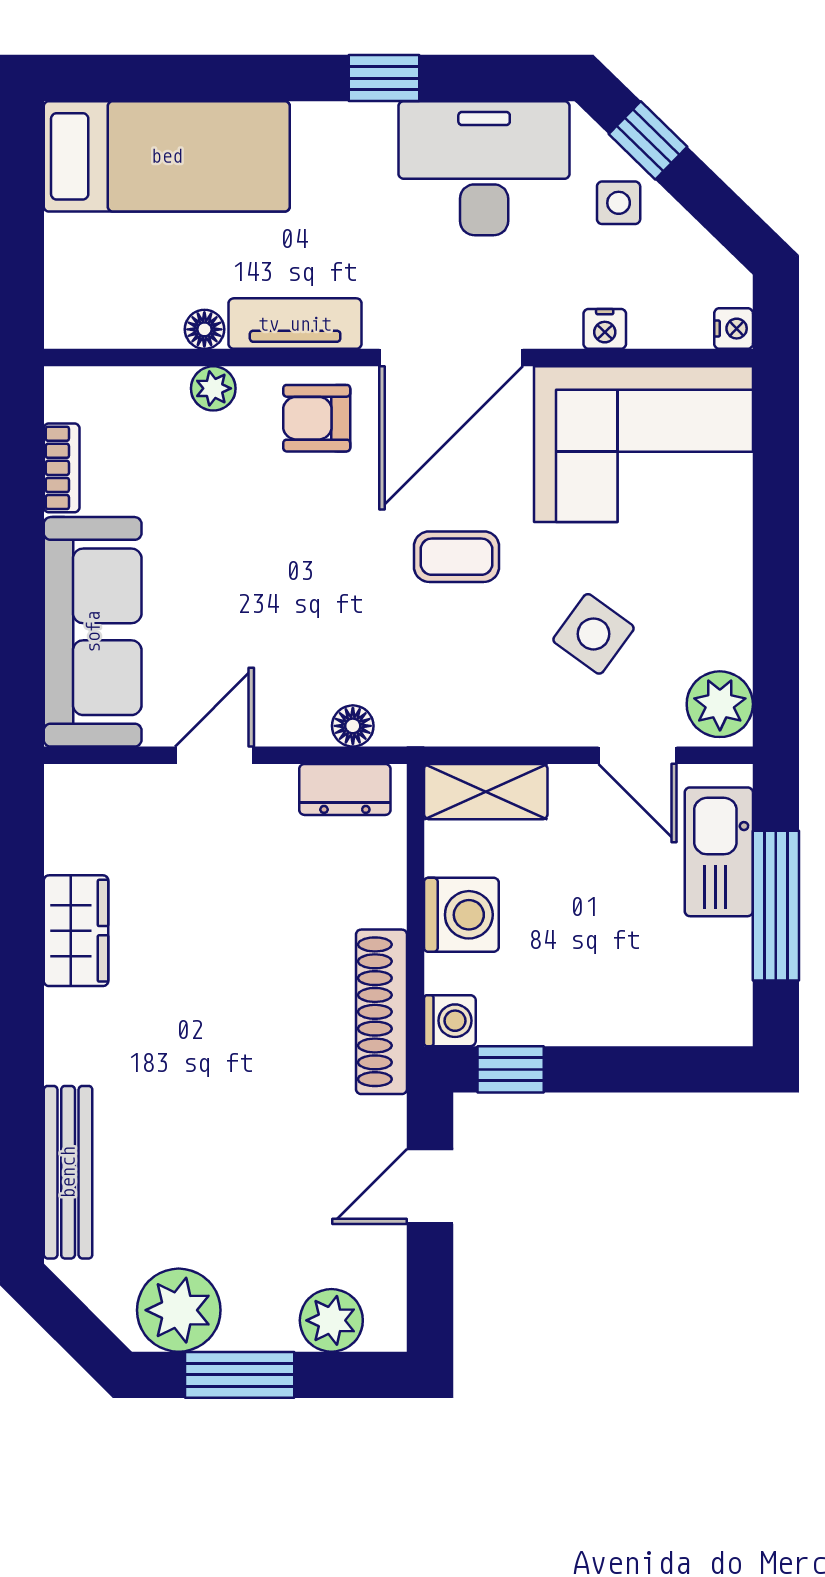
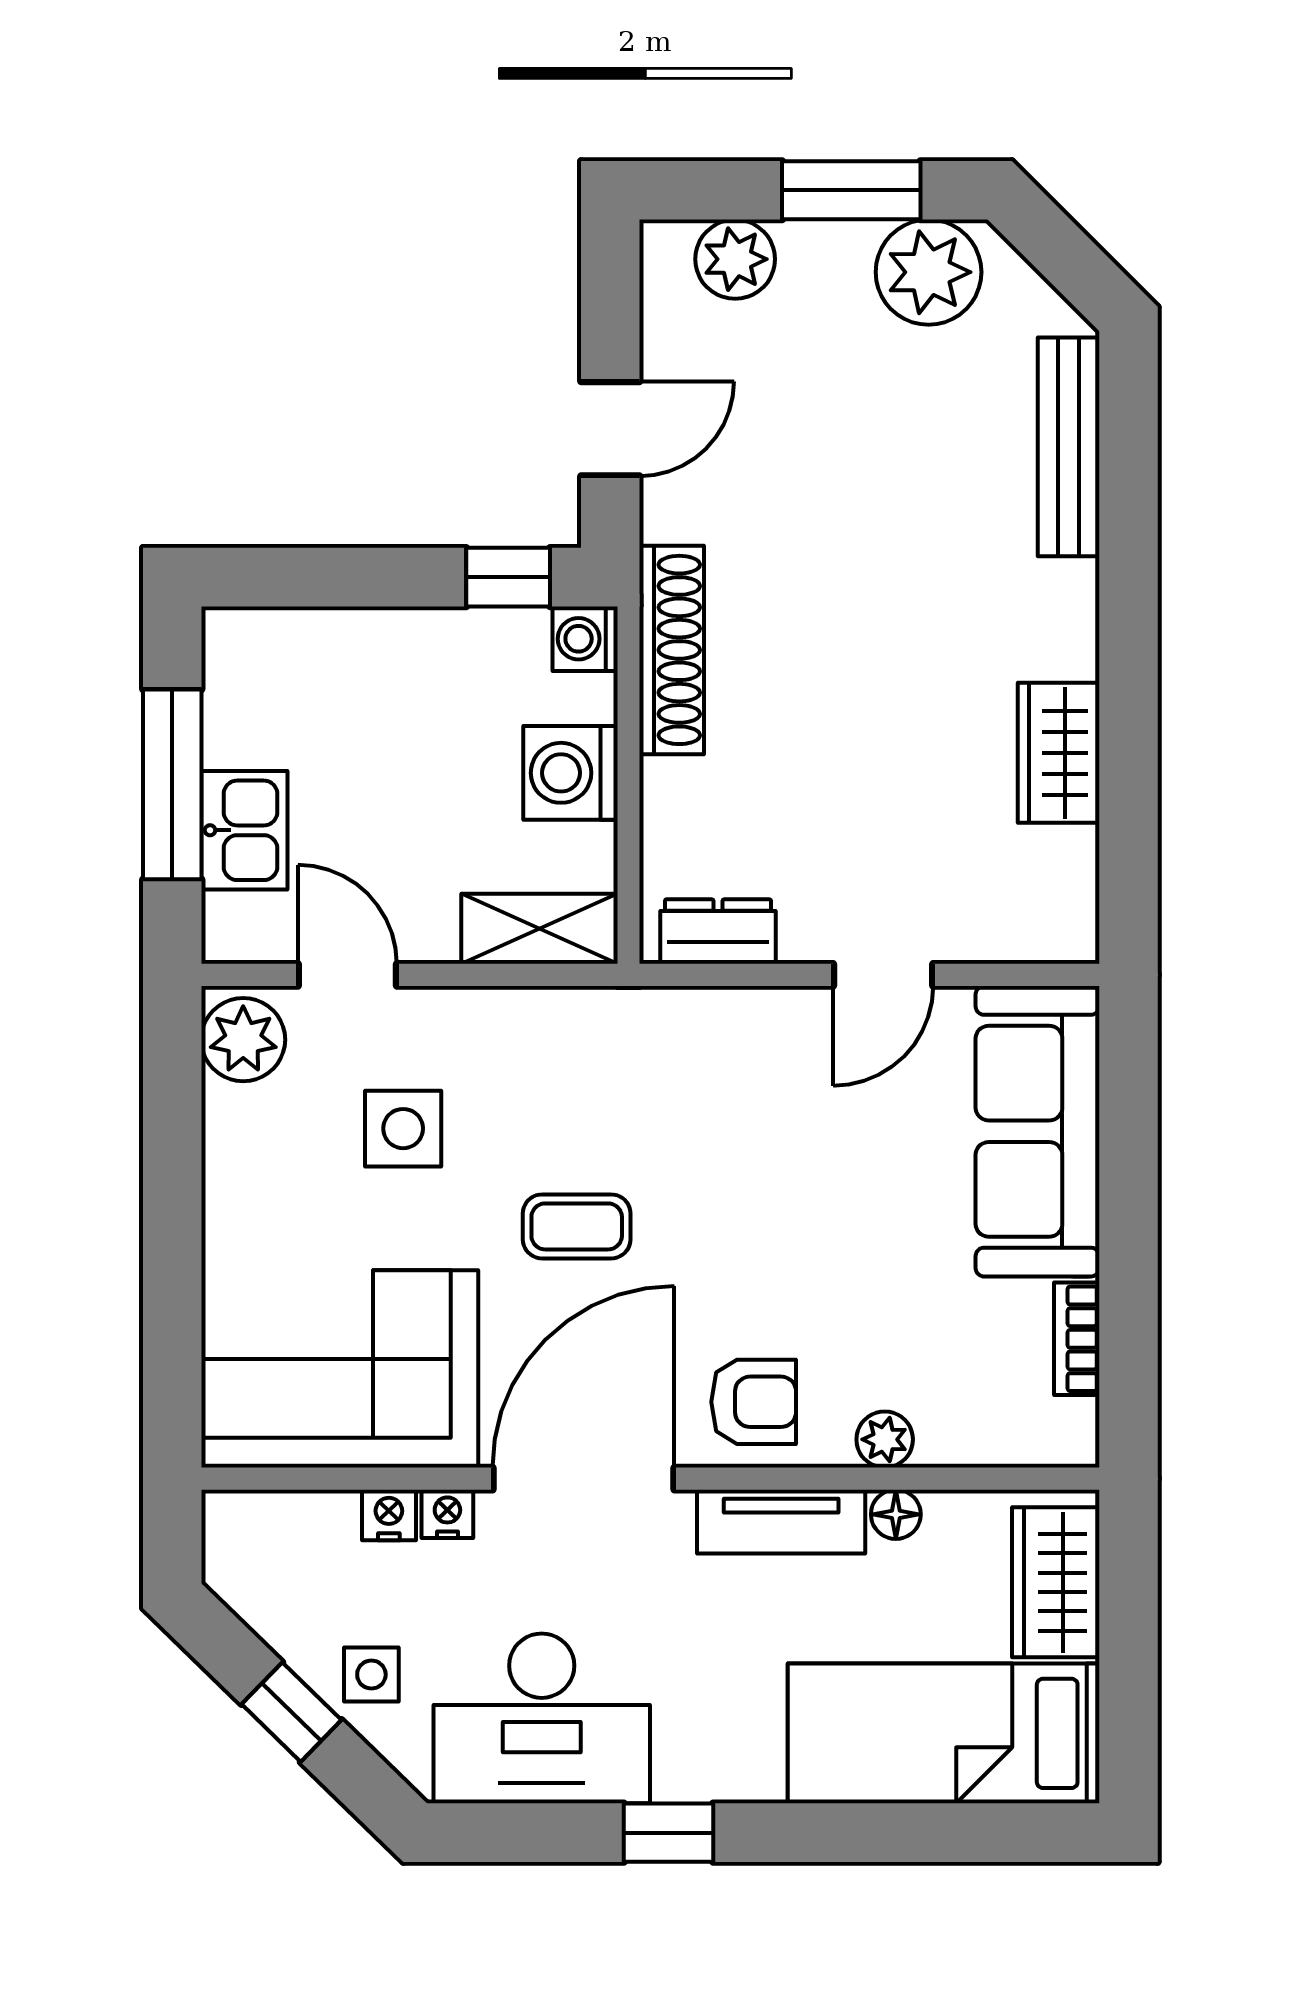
window: (648, 140) -> (292, 1712), moved
wardrobe: (78, 276) -> (1056, 1582), added
nightstand: (734, 329) -> (447, 1514), moved, turned 90
side table: (594, 634) -> (403, 1129), turned -36
floor lamp: (353, 726) -> (708, 1012), removed
kitchen sink: (719, 852) -> (244, 830), width x0.73

